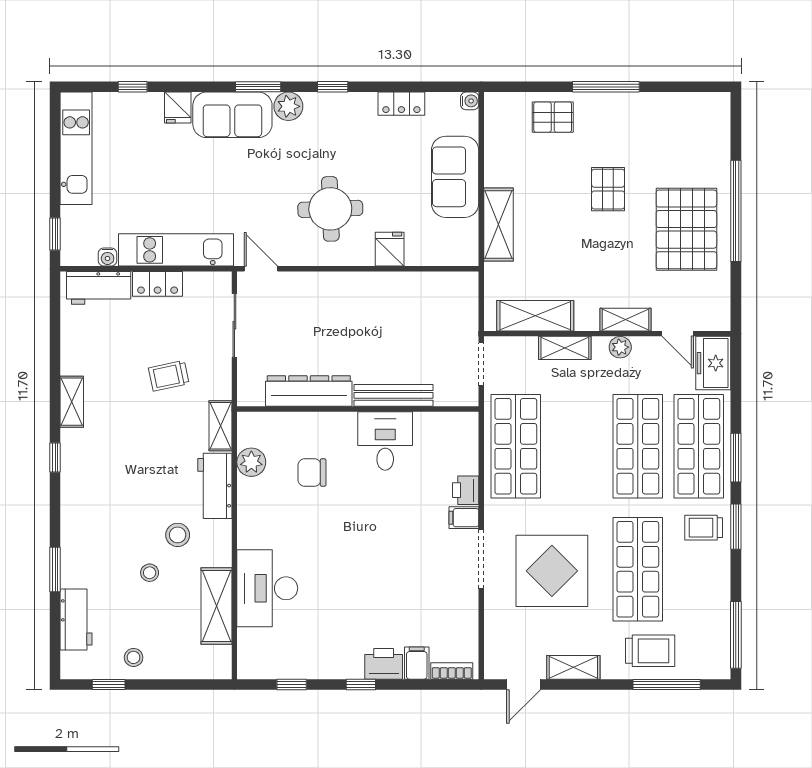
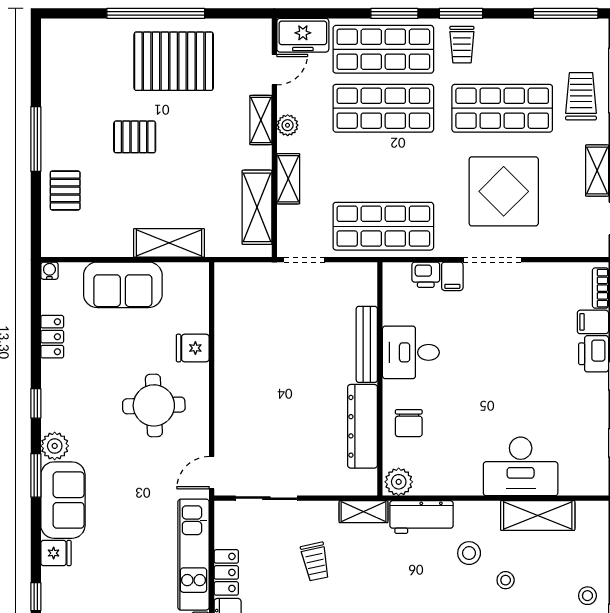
dresser: (309, 391) -> (363, 426), moved
bench: (393, 395) -> (367, 344), moved
wall: (358, 409) -> (380, 379), moved
desk: (385, 441) -> (411, 352), moved

